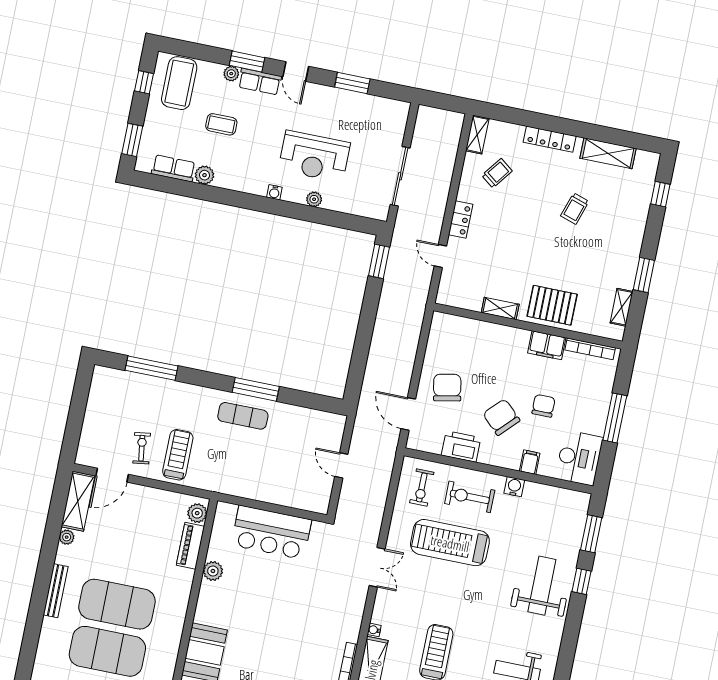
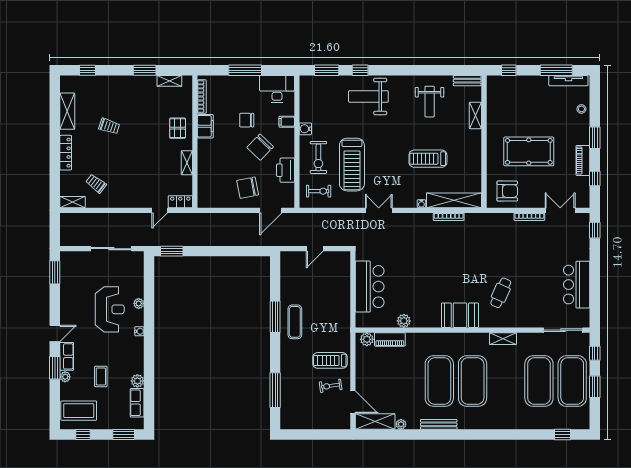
window: (352, 83) -> (55, 272), moved
locker: (461, 220) -> (180, 202), moved
pallet: (552, 305) -> (178, 128), width x0.67, depth x0.71

